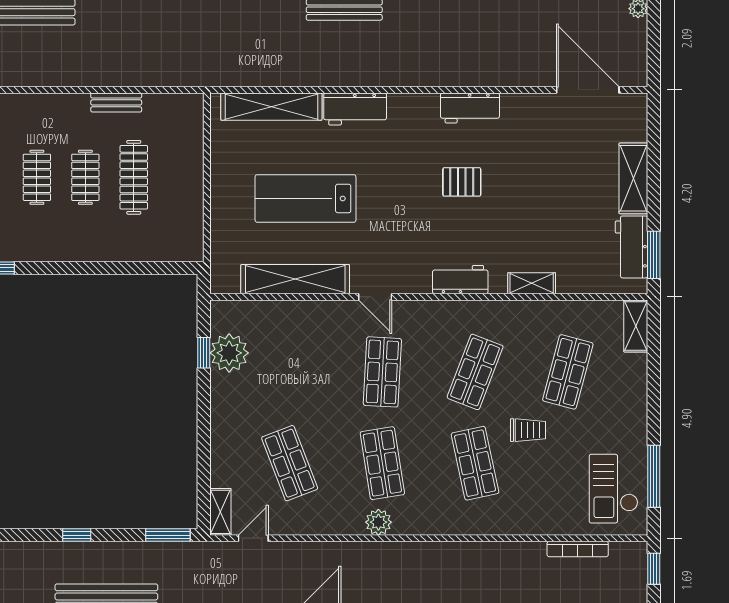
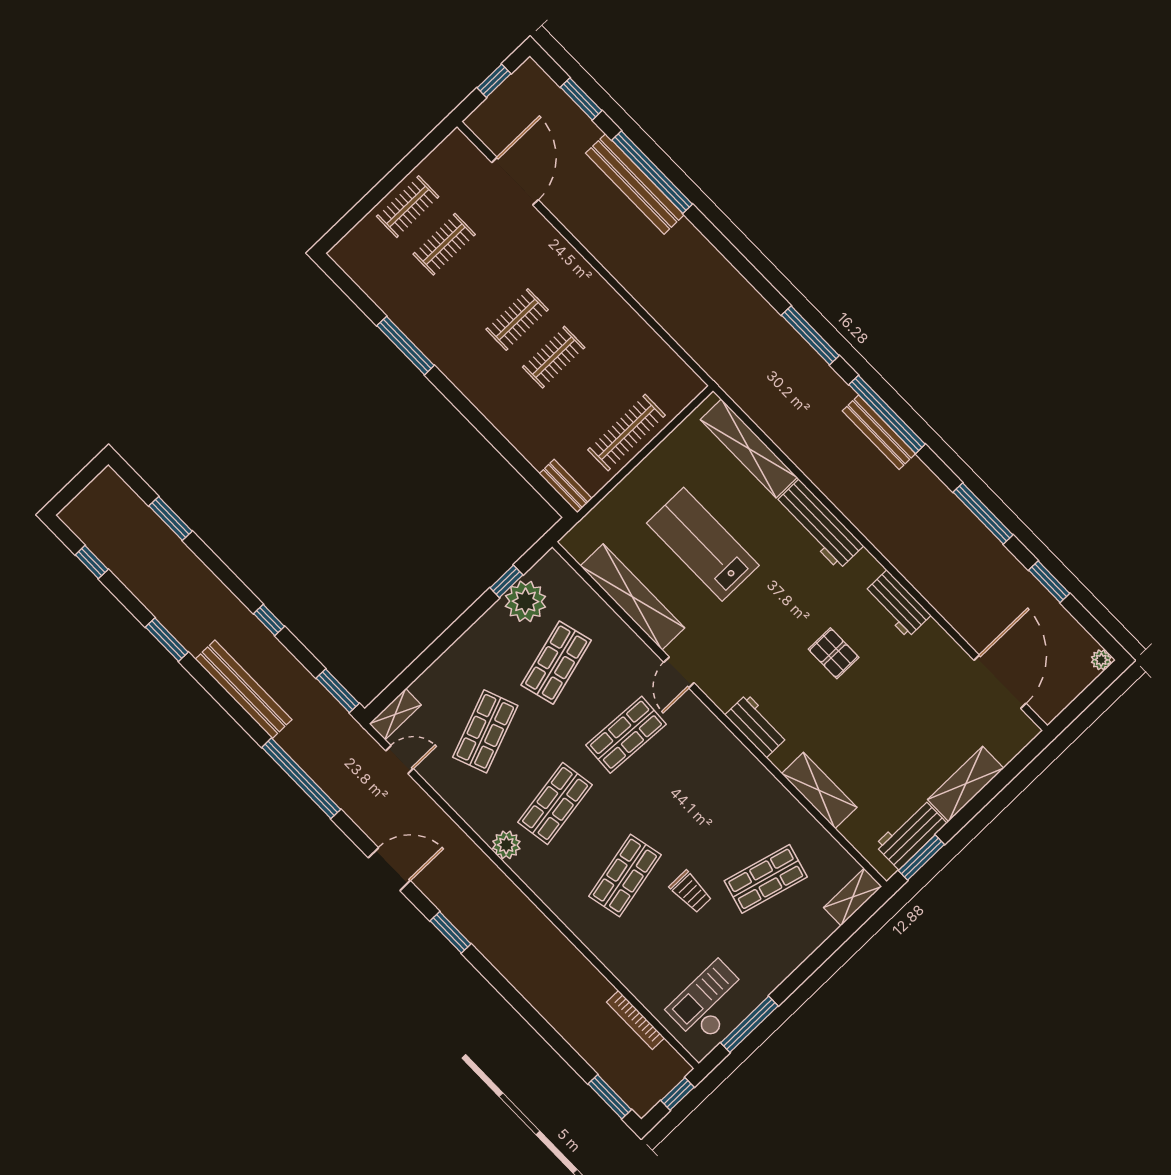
bench: (116, 102) -> (566, 486), moved
workbench: (355, 109) -> (819, 525), width x1.37
clothes rail: (134, 177) -> (627, 432), moved
shelving: (532, 283) -> (819, 790), width x1.50, depth x1.33
shop shelf: (475, 372) -> (556, 663), moved, turned -36

